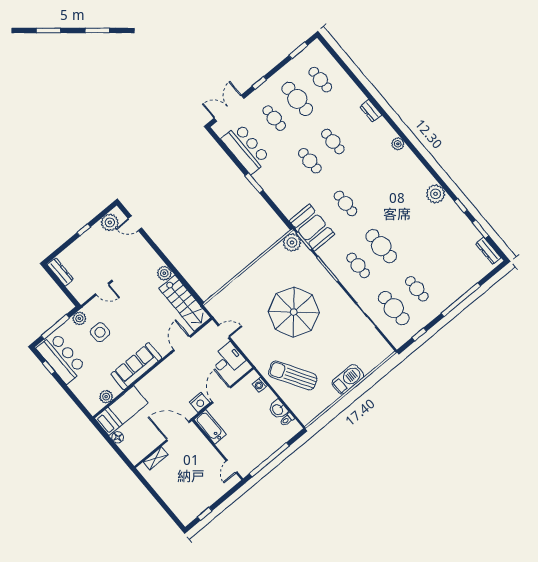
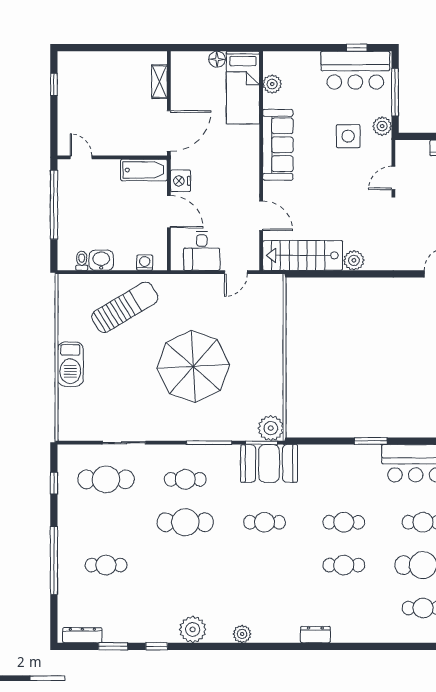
dresser: (371, 111) -> (315, 635), moved
plant: (398, 144) -> (242, 634), moved
cafe table: (417, 289) -> (106, 565), moved

